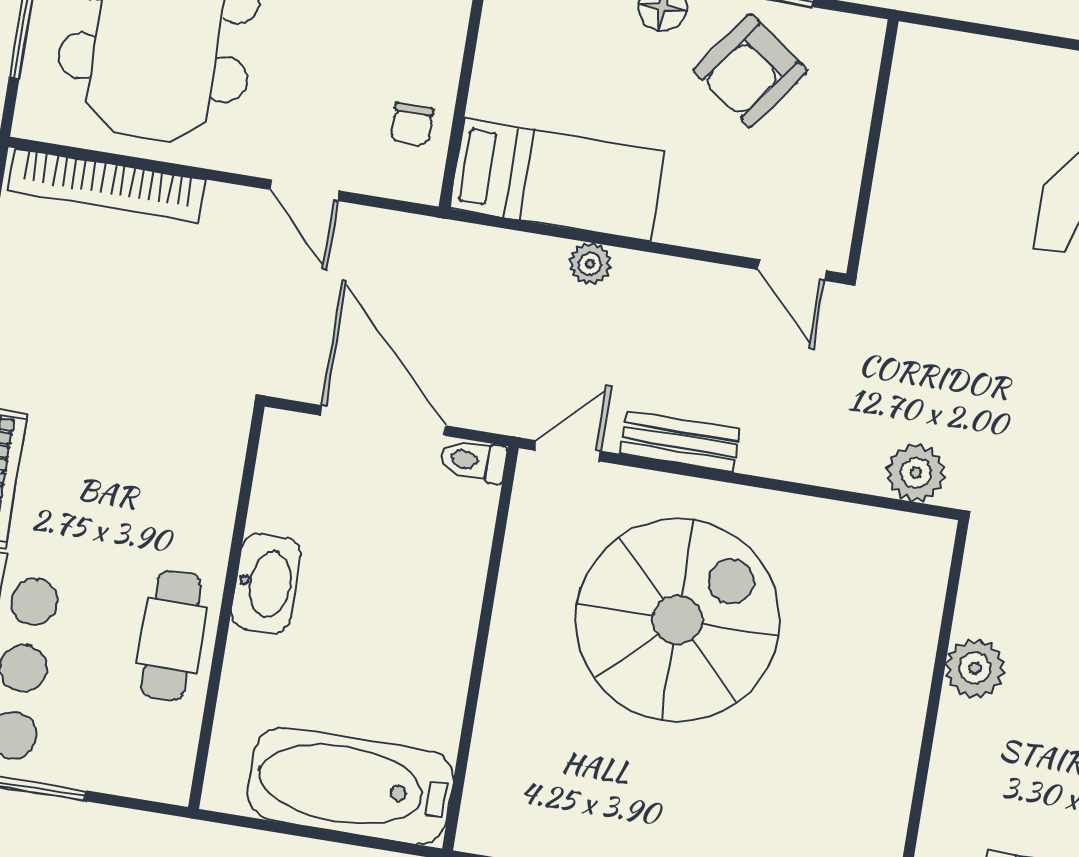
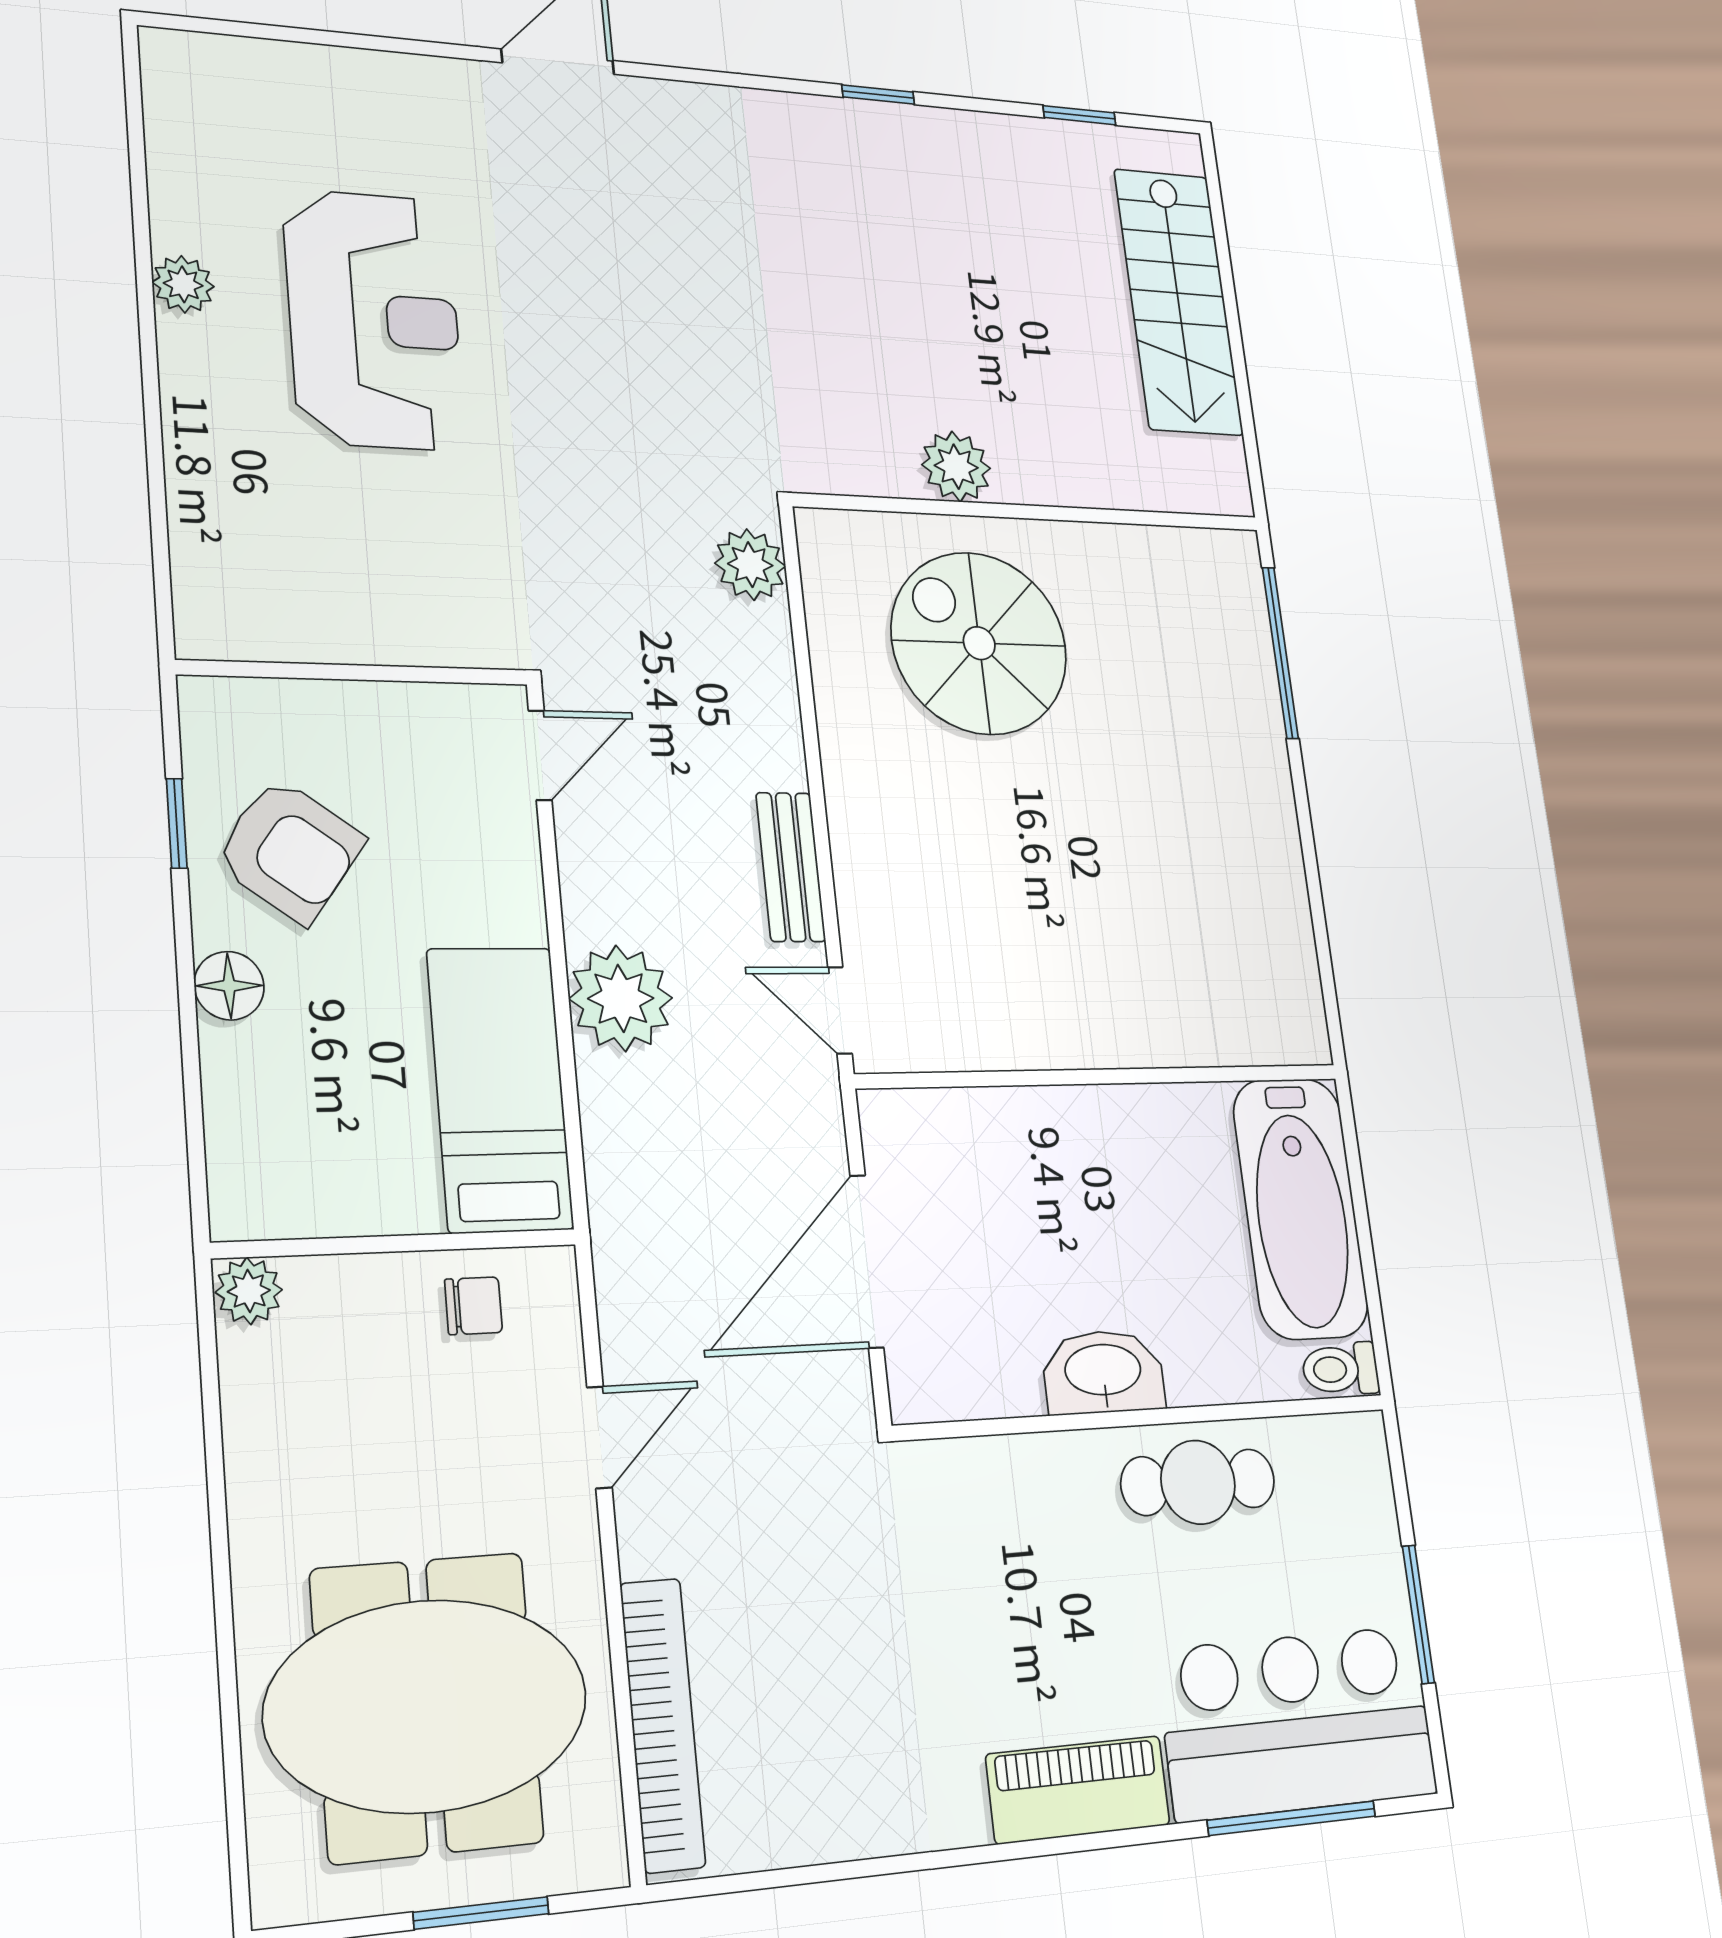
plant: (590, 264) -> (621, 998), width x1.87, depth x1.87
toilet: (473, 461) -> (1340, 1369), moved, turned 90
spiral stairs: (678, 620) -> (979, 643), moved, width x0.73, depth x0.73

